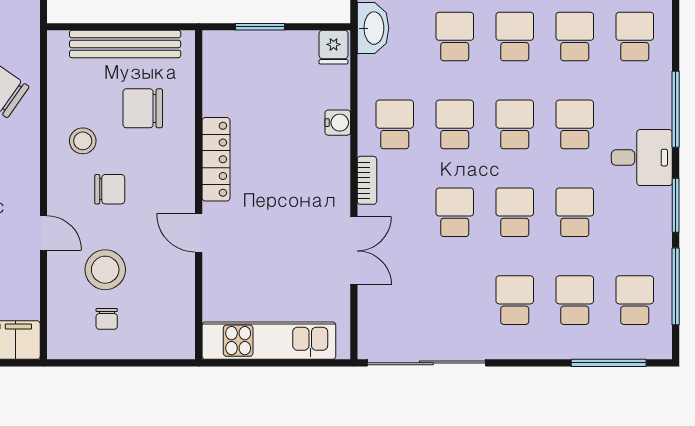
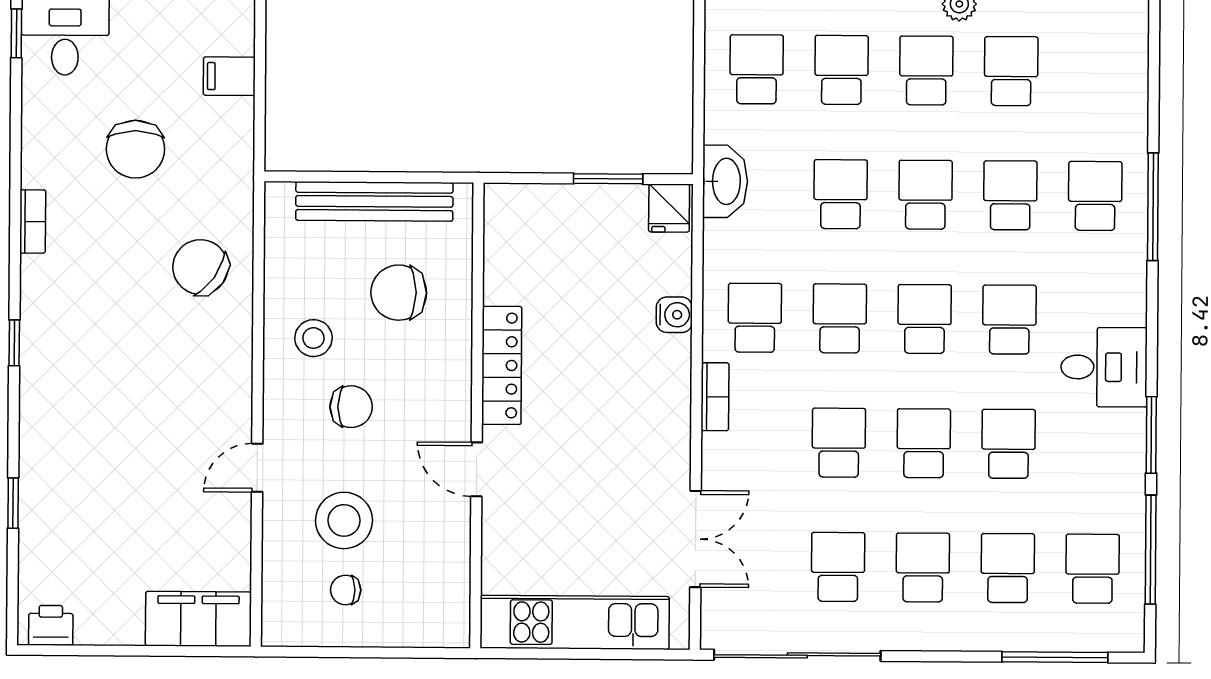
window: (260, 27) -> (608, 179), moved
window: (676, 109) -> (1153, 207), moved
door: (44, 233) -> (257, 468), swing flipped
double door: (354, 251) -> (695, 539), moved
school desk: (455, 300) -> (838, 567), added
chair: (107, 319) -> (346, 590), turned 90

